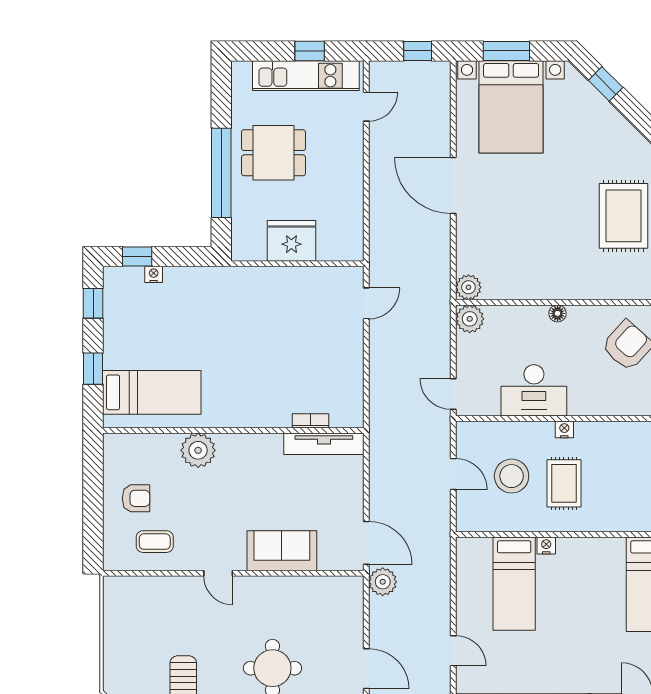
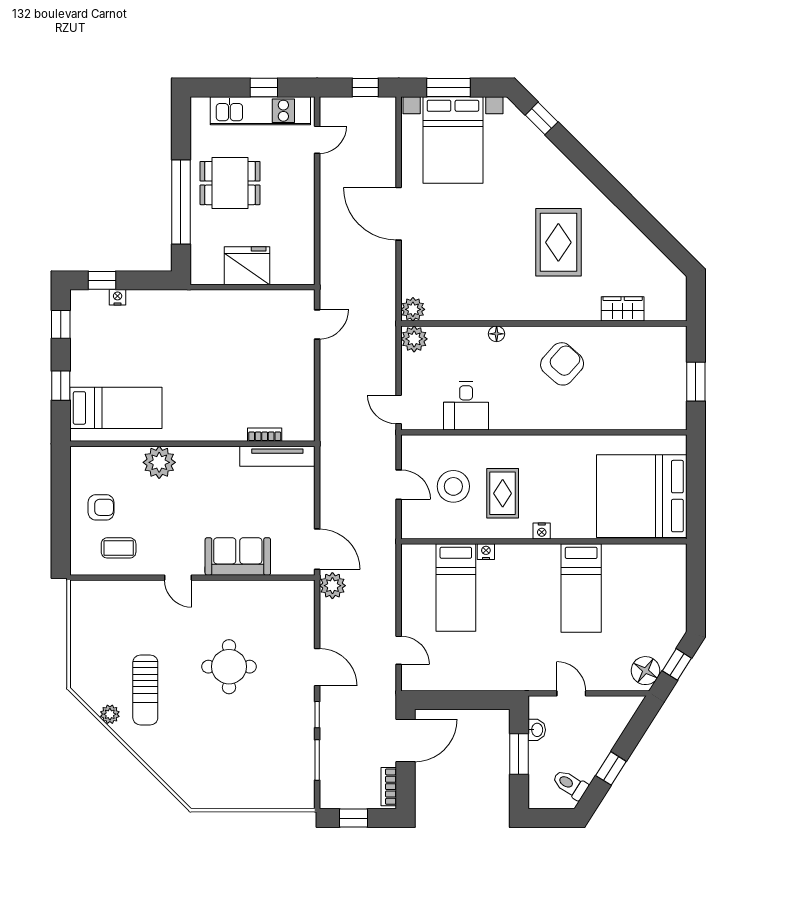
desk: (534, 390) -> (466, 406), width x0.73
nightstand: (564, 429) -> (542, 531), moved, turned 180

